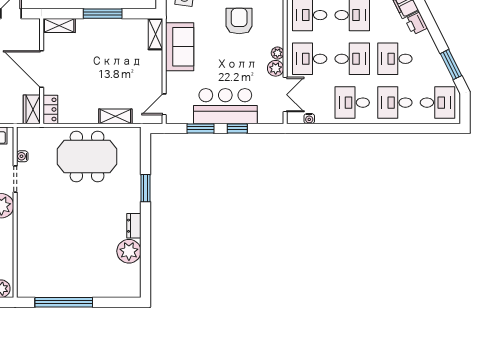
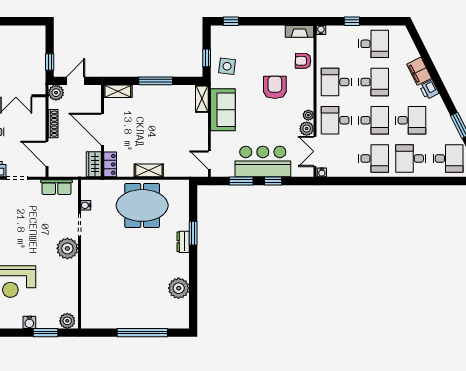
desk: (395, 59) -> (411, 120), turned 180
double door: (285, 95) -> (315, 151), swing flipped
desk: (352, 103) -> (374, 158), turned 180
door: (164, 104) -> (209, 160), hinge flipped
shelving: (115, 116) -> (149, 170), moved
water cooler: (309, 119) -> (322, 172), moved
dresser: (134, 226) -> (183, 242), moved
window: (64, 302) -> (142, 333), moved

